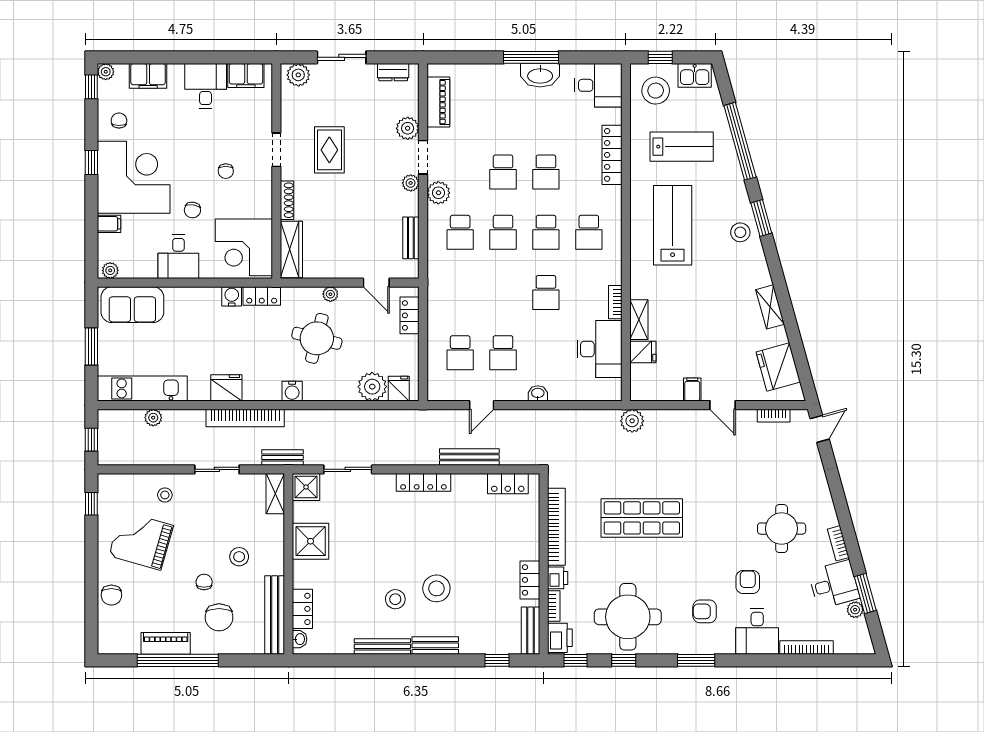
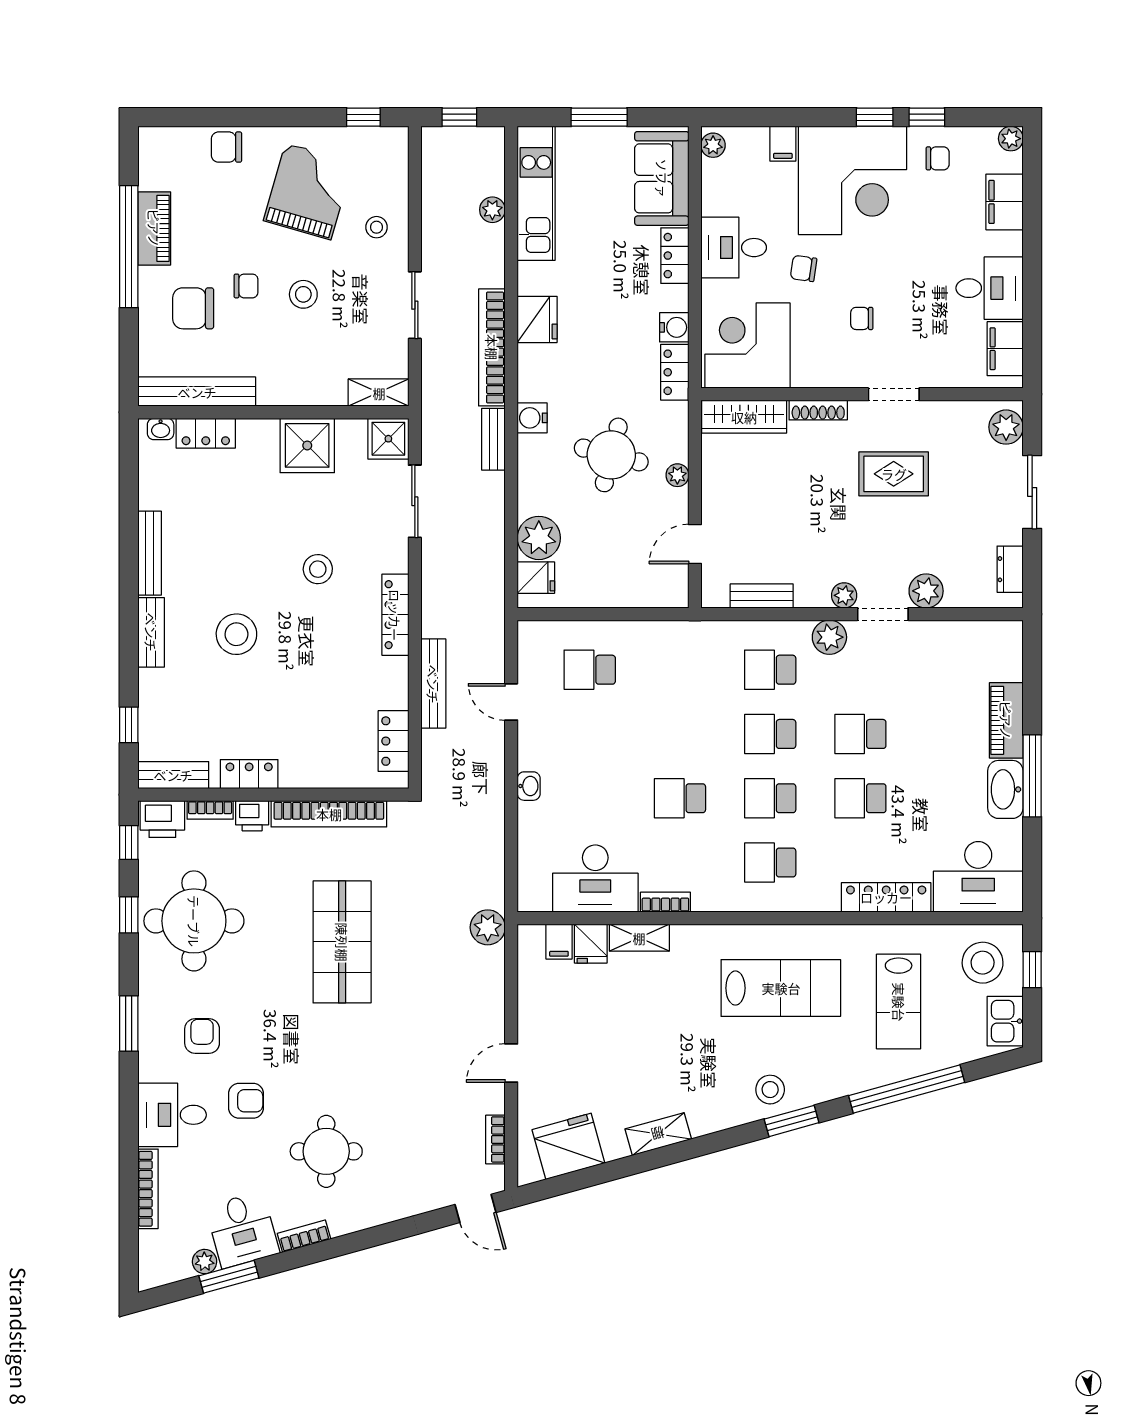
desk: (598, 85) -> (978, 877), width x1.37
window: (91, 87) -> (927, 117), moved
piano: (438, 102) -> (1006, 720), moved, turned 90
locker: (410, 315) -> (675, 256), moved, turned -90
school desk: (503, 353) -> (590, 734), removed
filing cabinet: (692, 389) -> (559, 942), moved, turned 90
bench: (283, 458) -> (493, 439), moved
stool: (239, 557) -> (303, 294), moved
stool: (395, 599) -> (318, 569), moved

